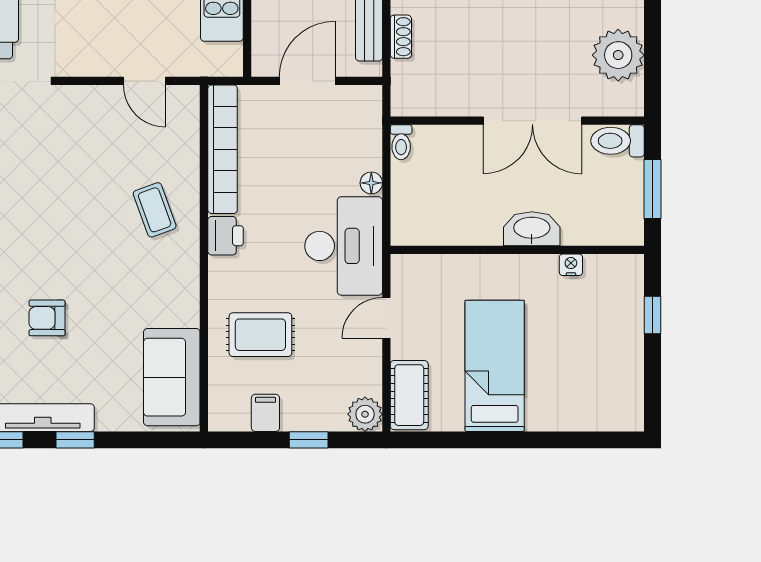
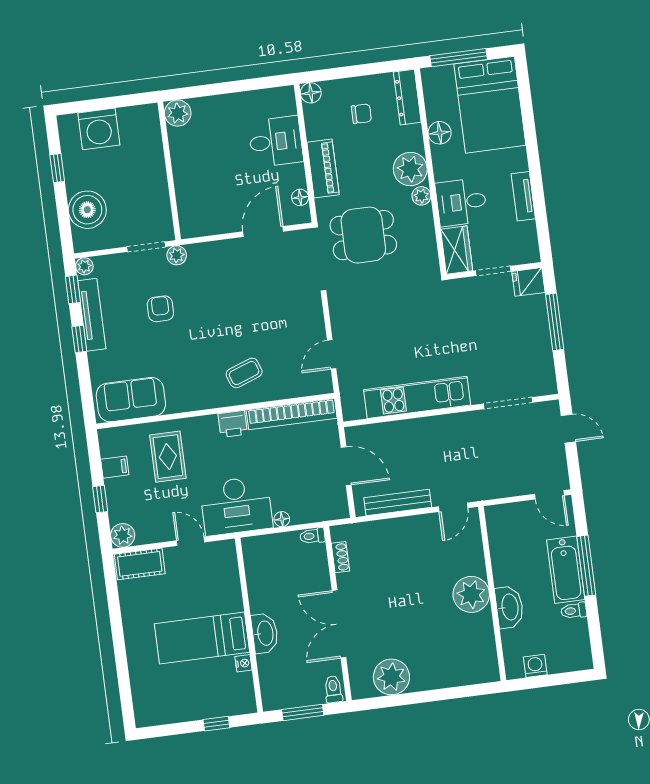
shoe rack: (401, 37) -> (340, 557), moved, turned -90
toilet: (618, 141) -> (333, 689), width x0.73, depth x0.72
bed: (495, 366) -> (202, 638), moved, turned 180

